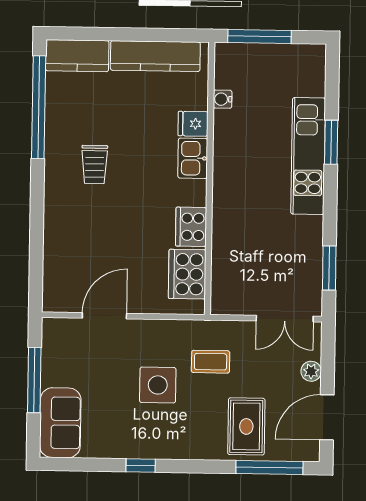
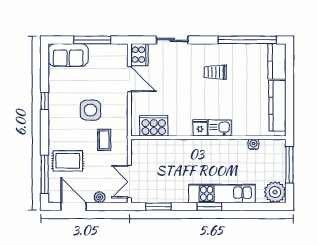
plant: (307, 63) -> (275, 192), added
fridge: (193, 124) -> (200, 128), moved
window: (331, 142) -> (209, 207), moved
cooker: (191, 227) -> (139, 55), moved, turned 90
sliding door: (37, 239) -> (172, 40), added

